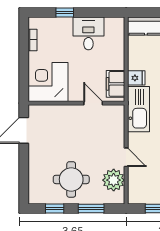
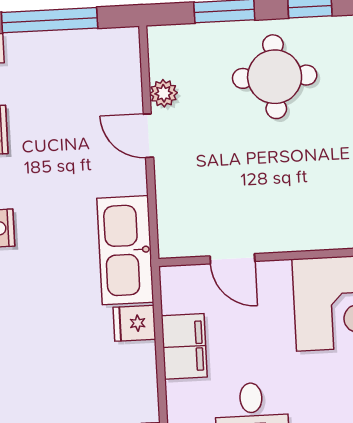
filing cabinet: (116, 84) -> (184, 346), moved
plant: (114, 180) -> (164, 93), width x0.53, depth x0.53

